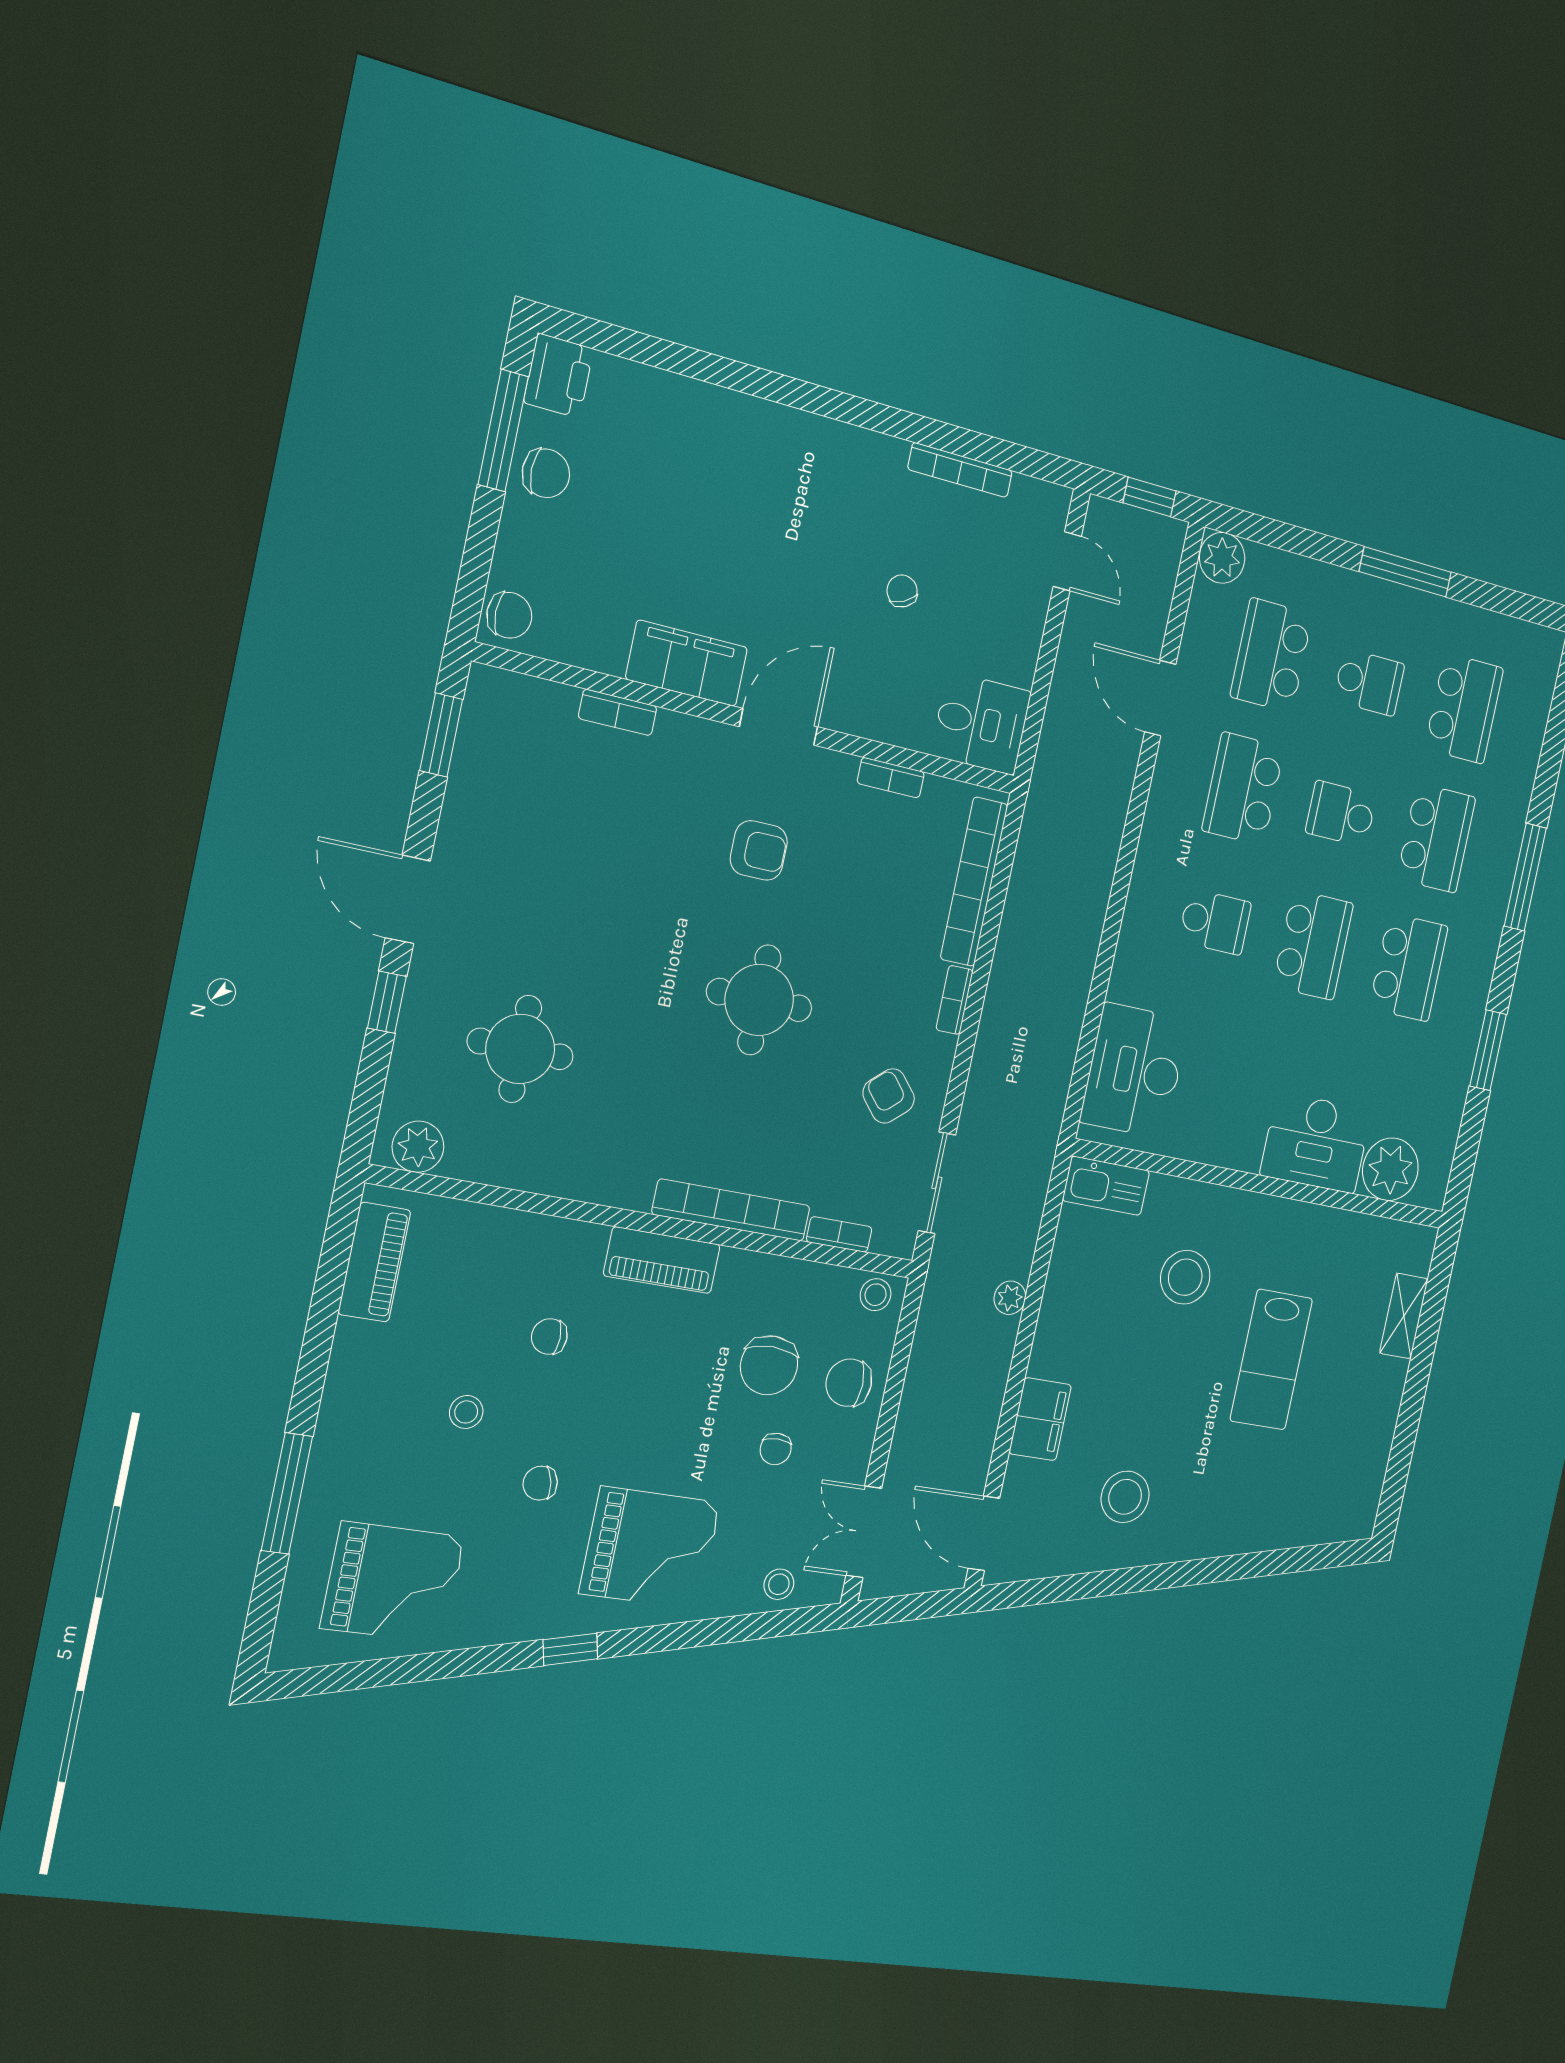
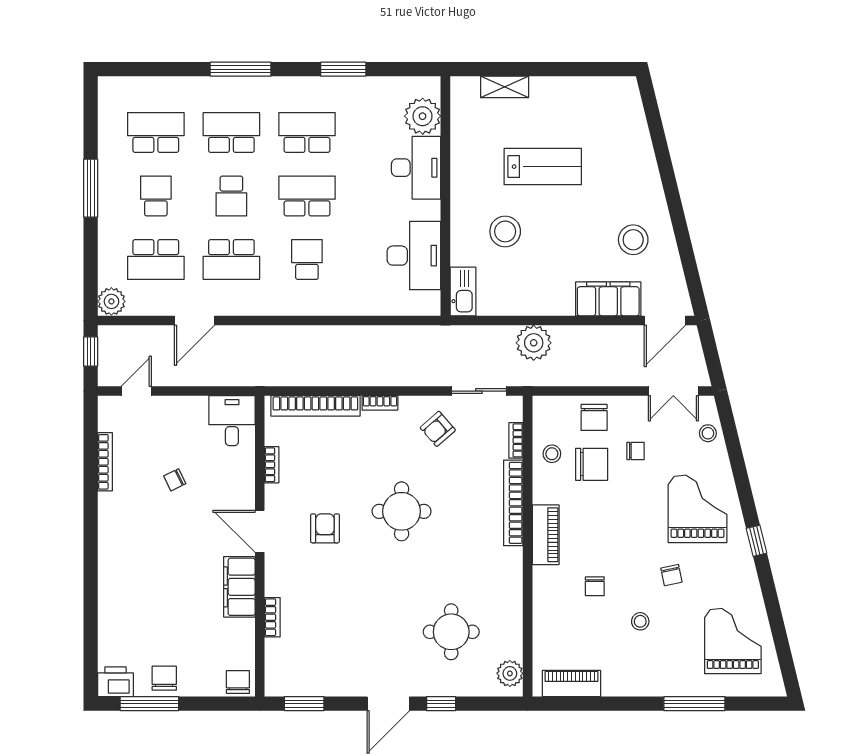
desk: (1134, 1071) -> (414, 256), moved, turned -90
stool: (876, 1295) -> (552, 454), moved
plant: (1010, 1298) -> (534, 343), width x1.87, depth x1.87
filing cabinet: (1040, 1419) -> (608, 299), width x1.50, depth x1.17

